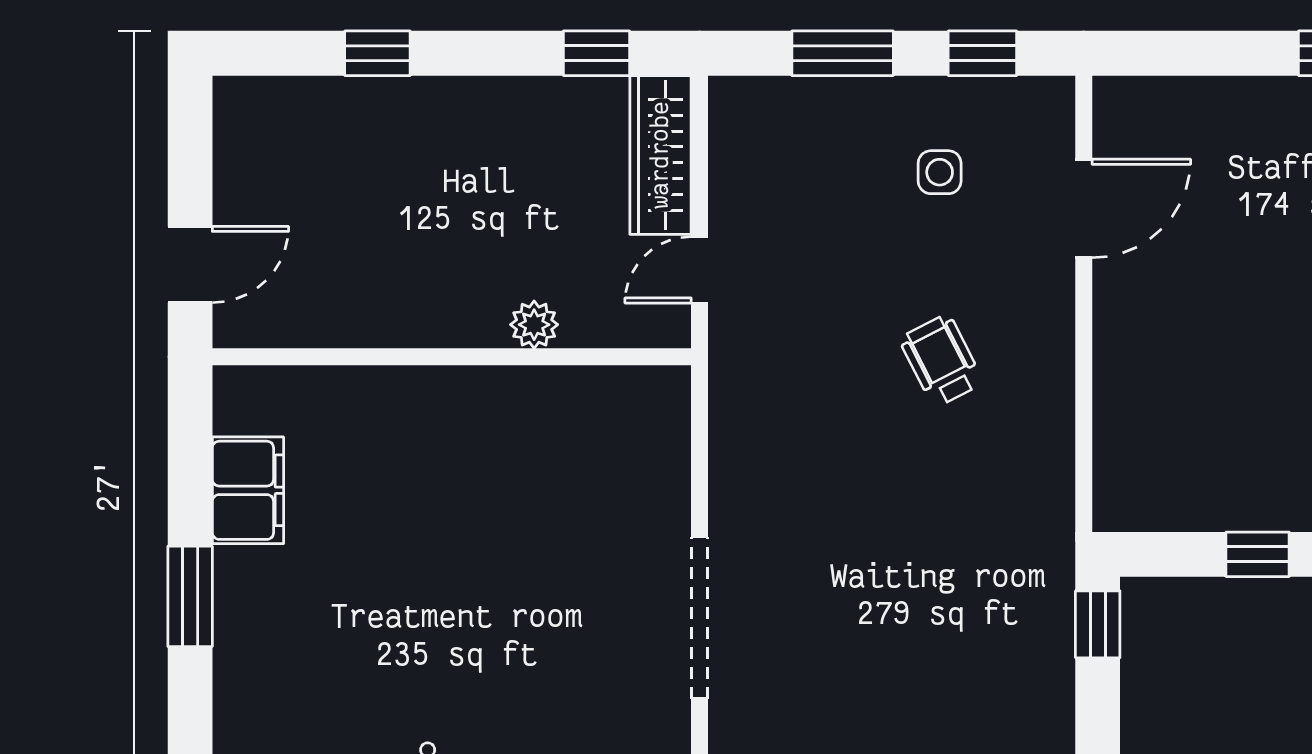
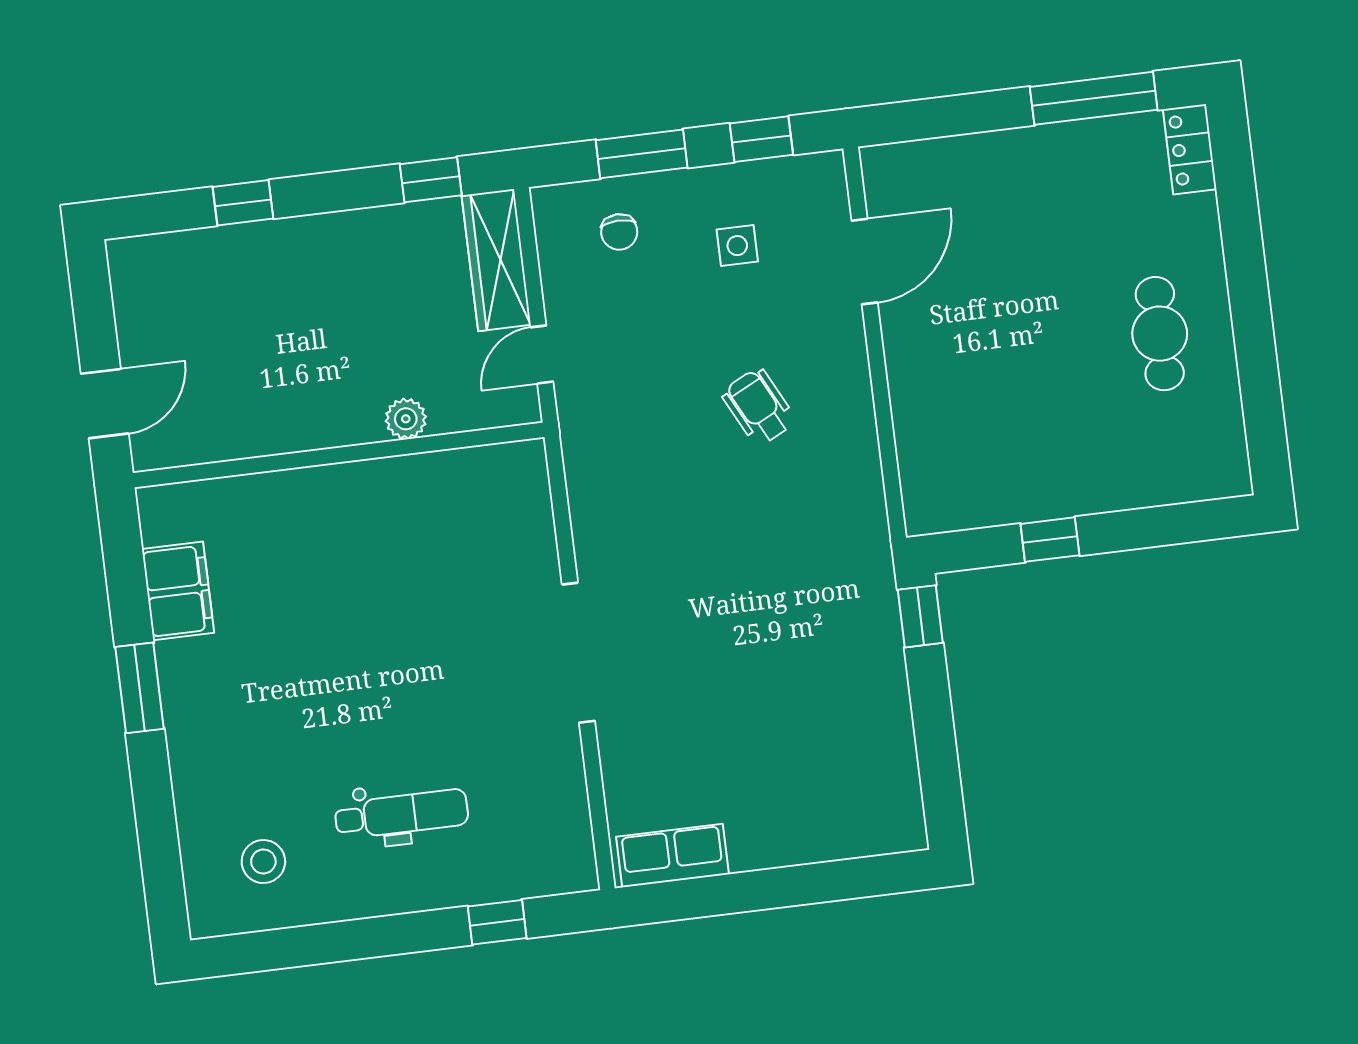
chair: (806, 140) -> (619, 232), added

